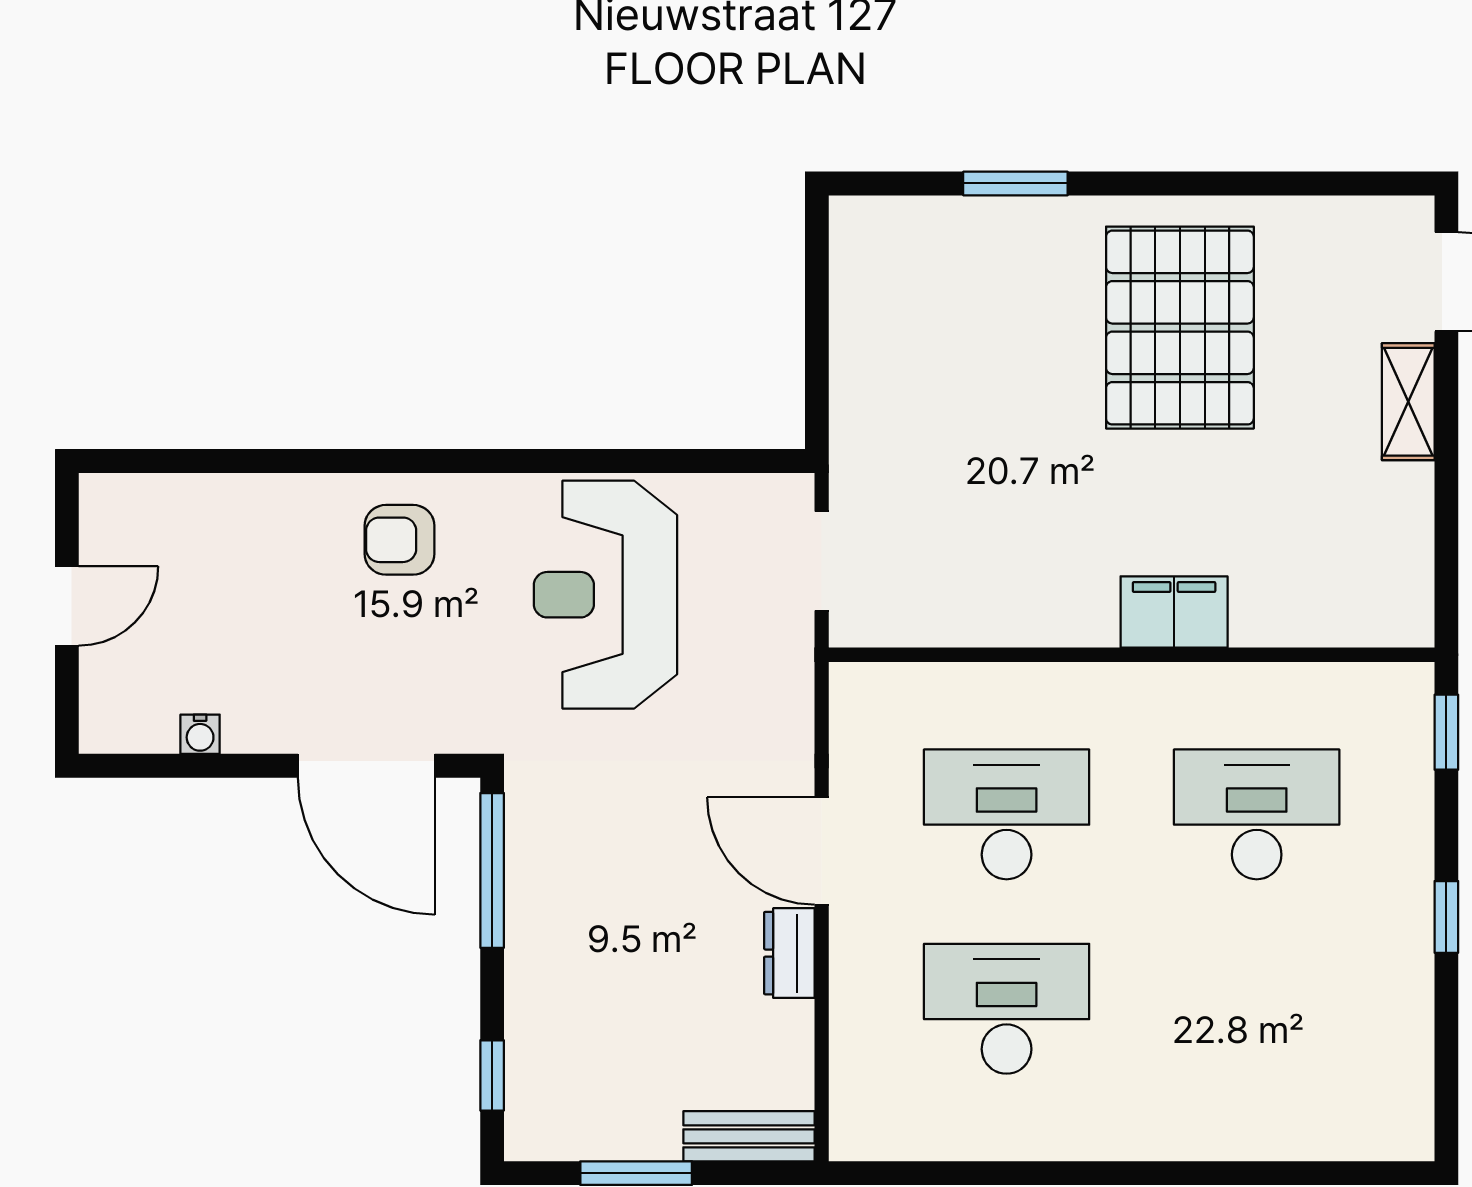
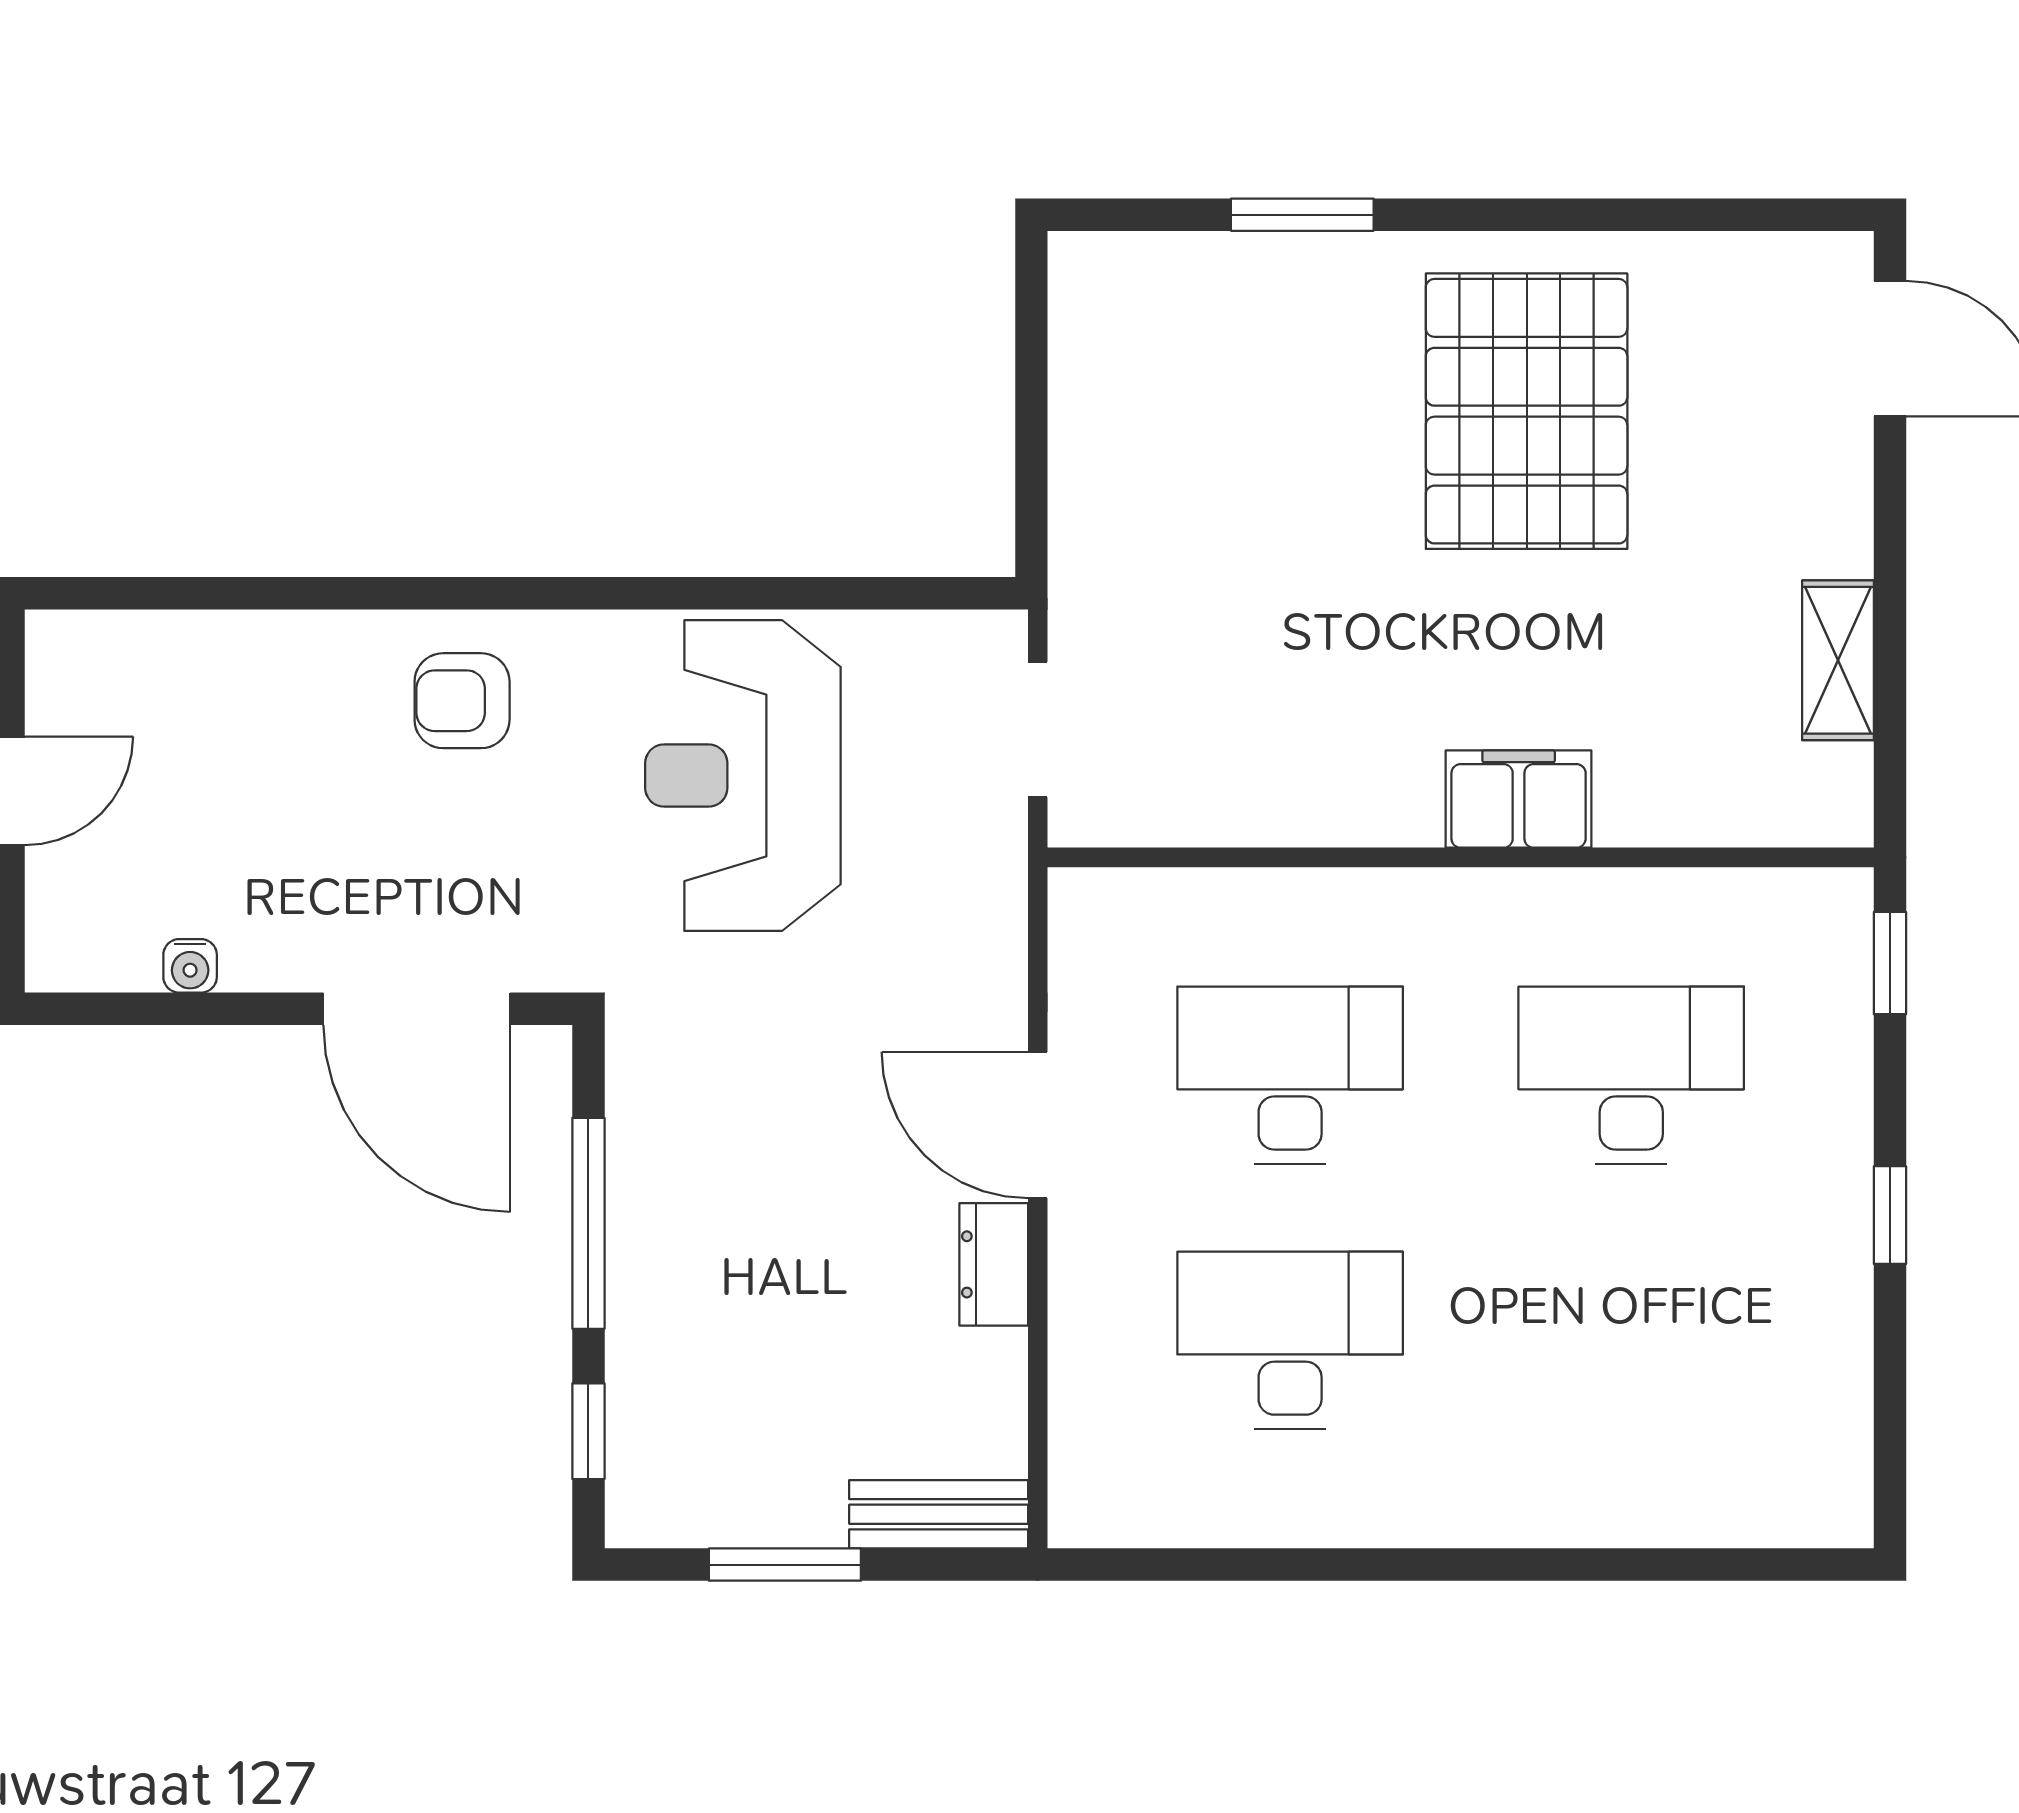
shelving: (1408, 402) -> (1838, 660), moved
window: (492, 870) -> (588, 1223), moved

